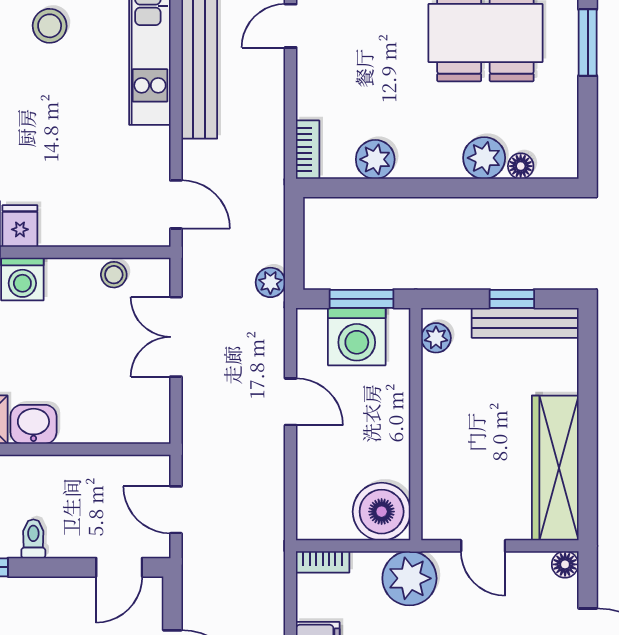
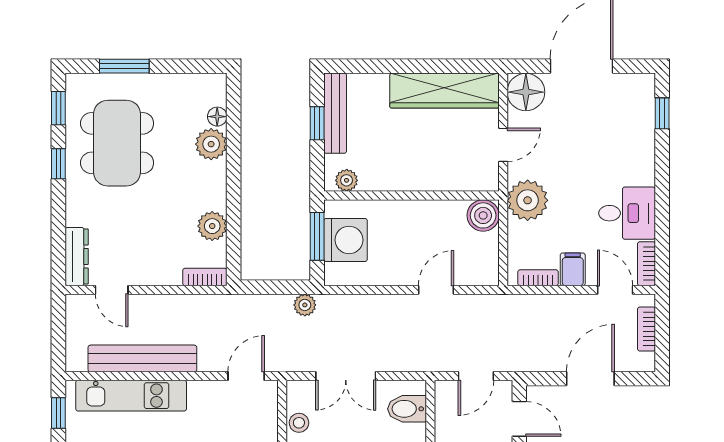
door: (291, 402) -> (436, 290), moved
bidet: (132, 418) -> (407, 409), added
boiler: (382, 512) -> (483, 215), width x0.73, depth x0.73
bookcase: (323, 562) -> (538, 278), moved, turned -90
floor lamp: (565, 564) -> (526, 92), width x1.89, depth x1.89

